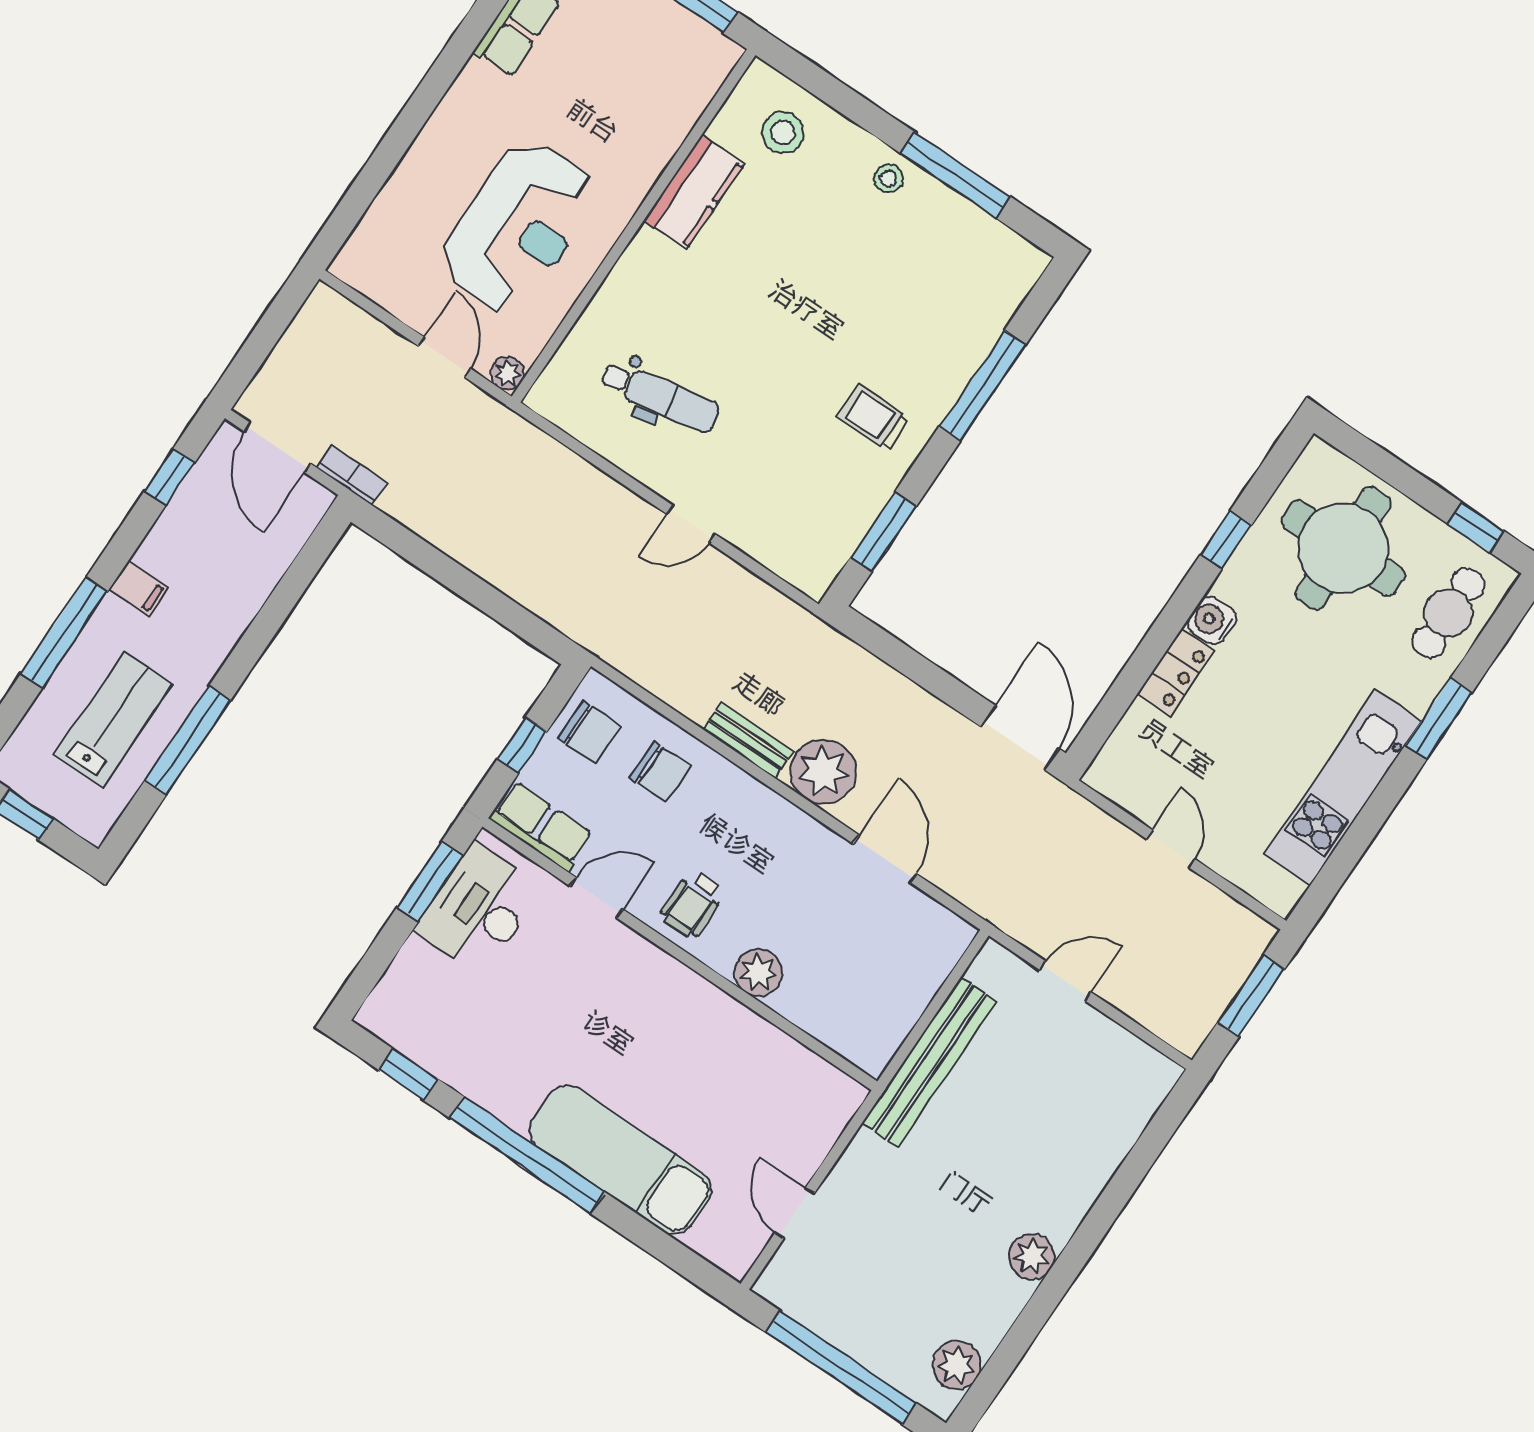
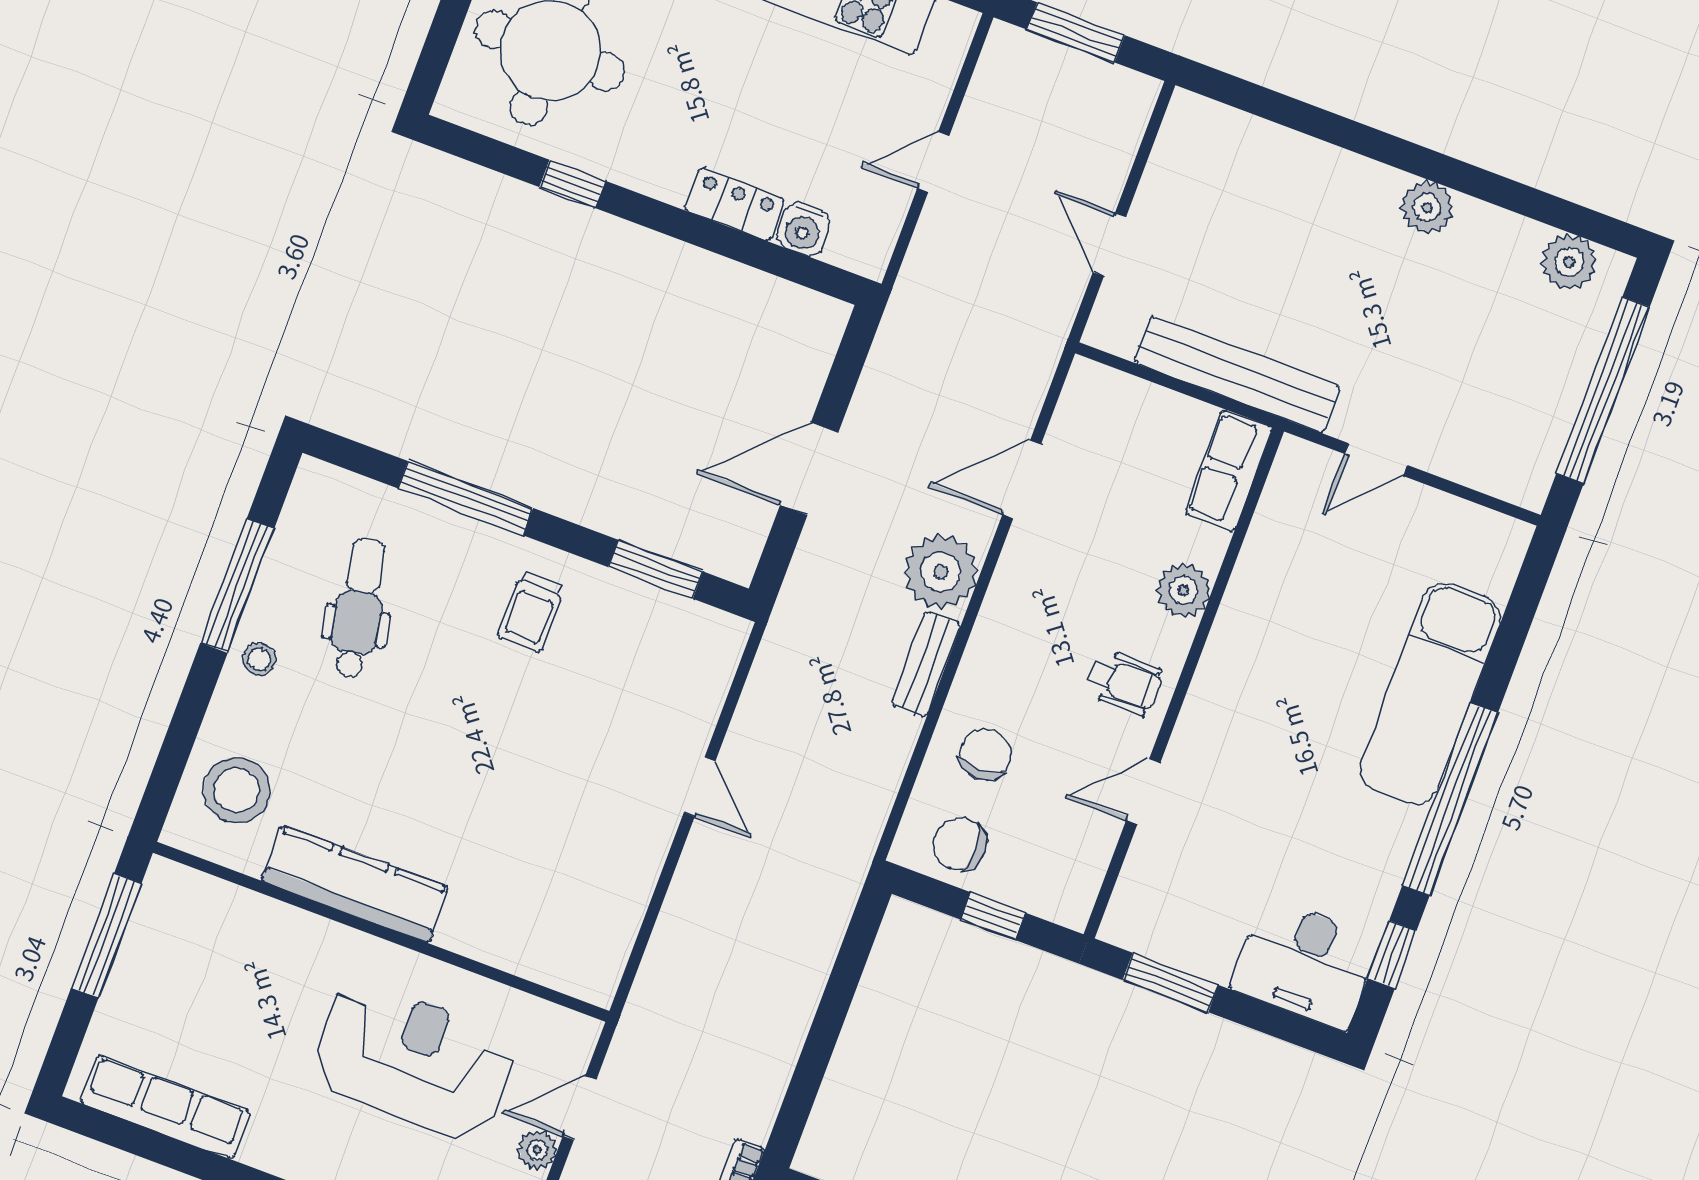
stool: (783, 133) -> (237, 790), width x1.38, depth x1.38
kitchen counter: (694, 192) -> (355, 884), width x1.50
plant: (507, 373) -> (537, 1150), moved
dental chair: (660, 396) -> (359, 608), moved
water cooler: (1212, 620) -> (804, 229), moved
chair: (590, 732) -> (960, 844), turned -90
door: (1020, 738) -> (809, 469), moved
row of seats: (541, 826) -> (1229, 470), moved
door: (596, 898) -> (1143, 792), hinge flipped
desk: (479, 909) -> (1305, 964), moved
door: (795, 1213) -> (1376, 460), moved

